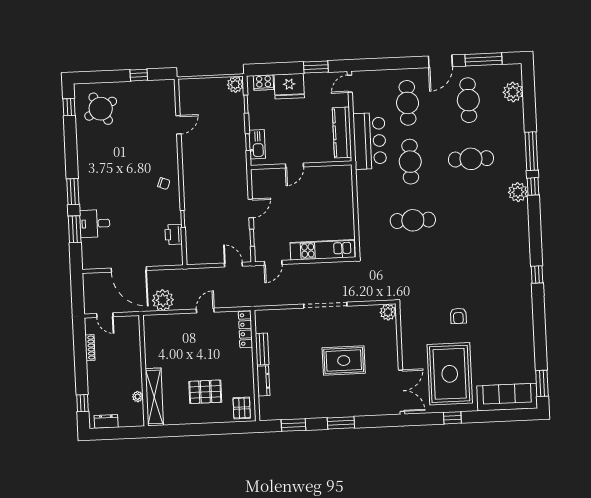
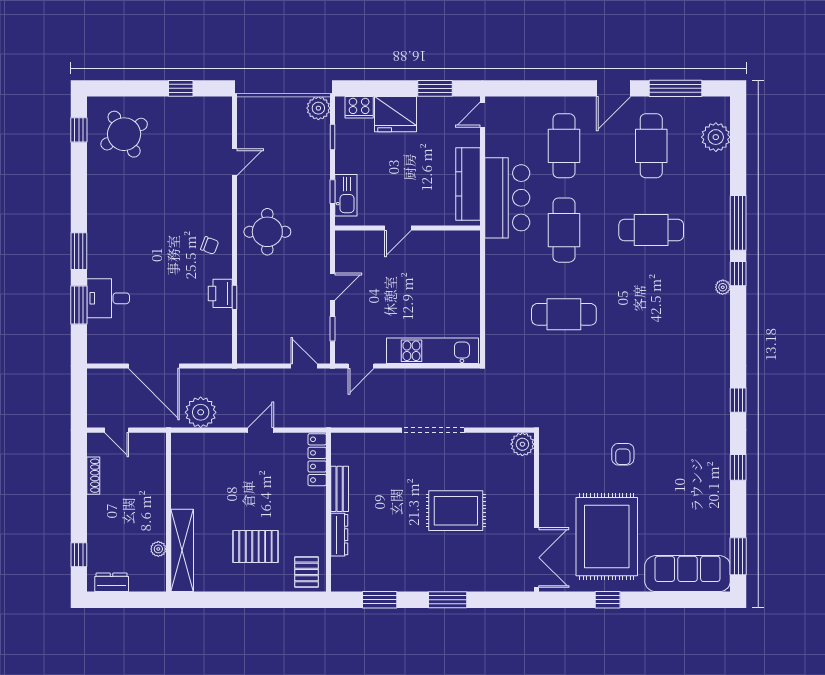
round table: (204, 172) -> (267, 232), added
plant: (518, 192) -> (723, 287), width x0.53, depth x0.53
printer: (174, 234) -> (220, 293), moved
window: (539, 321) -> (738, 467), added

